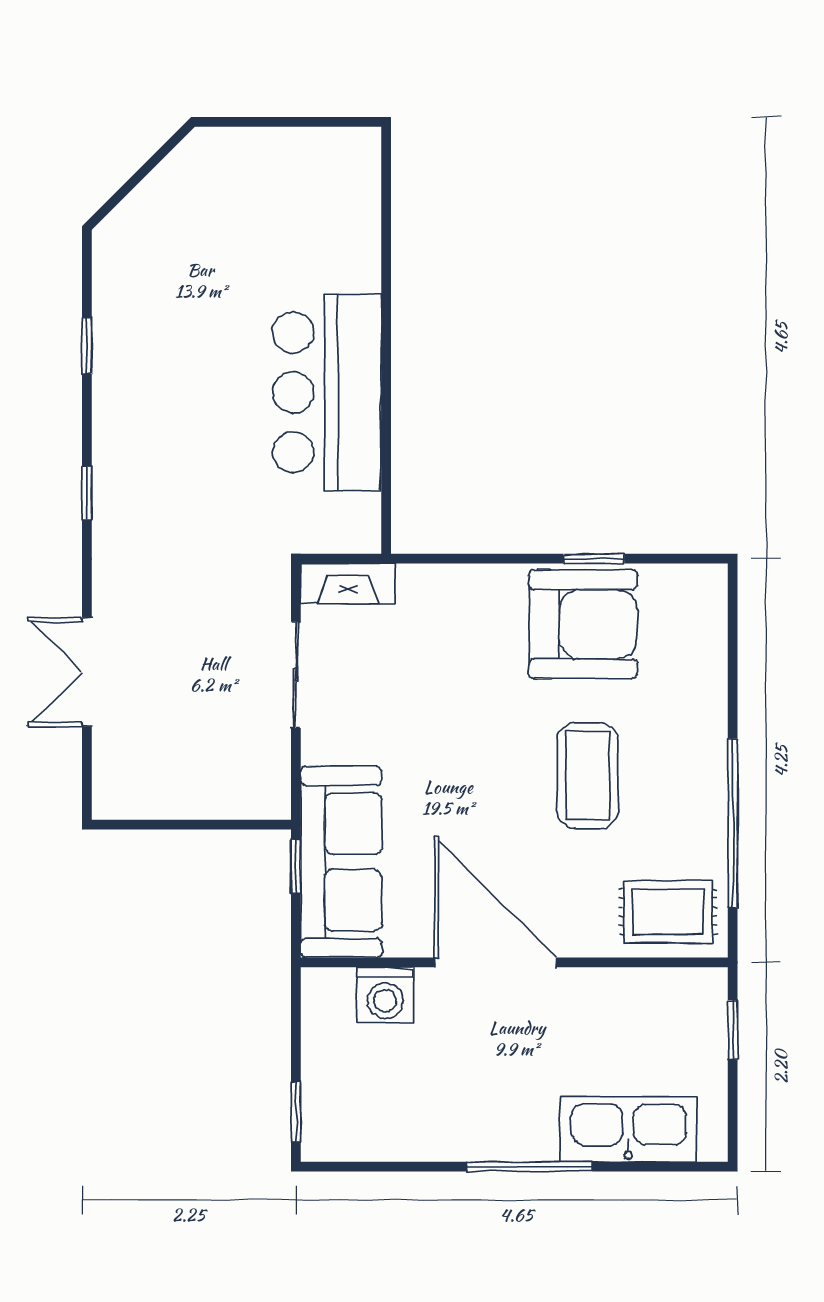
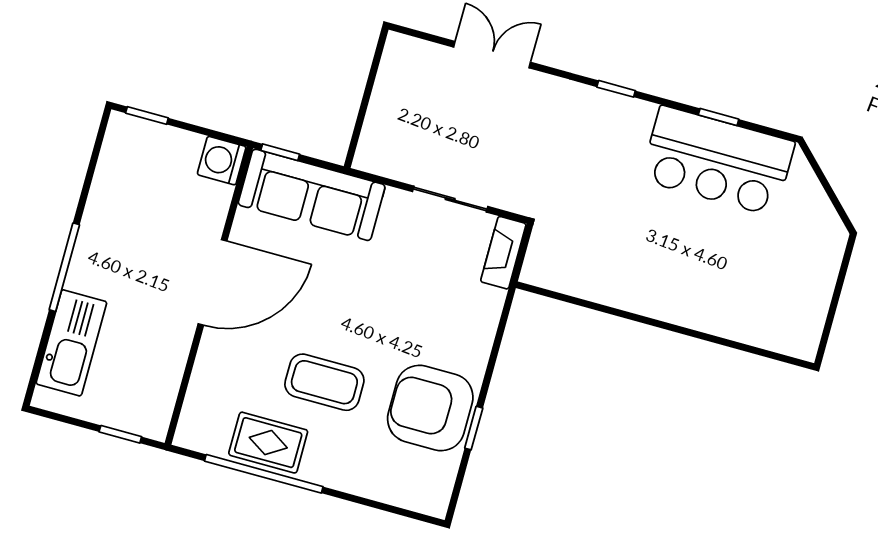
bar counter: (327, 392) -> (718, 161), moved, turned 180
armchair: (583, 624) -> (430, 408), turned 90
window: (296, 866) -> (280, 152), moved
rug: (668, 912) -> (268, 443), moved, turned 90
washing machine: (385, 995) -> (222, 161), moved

